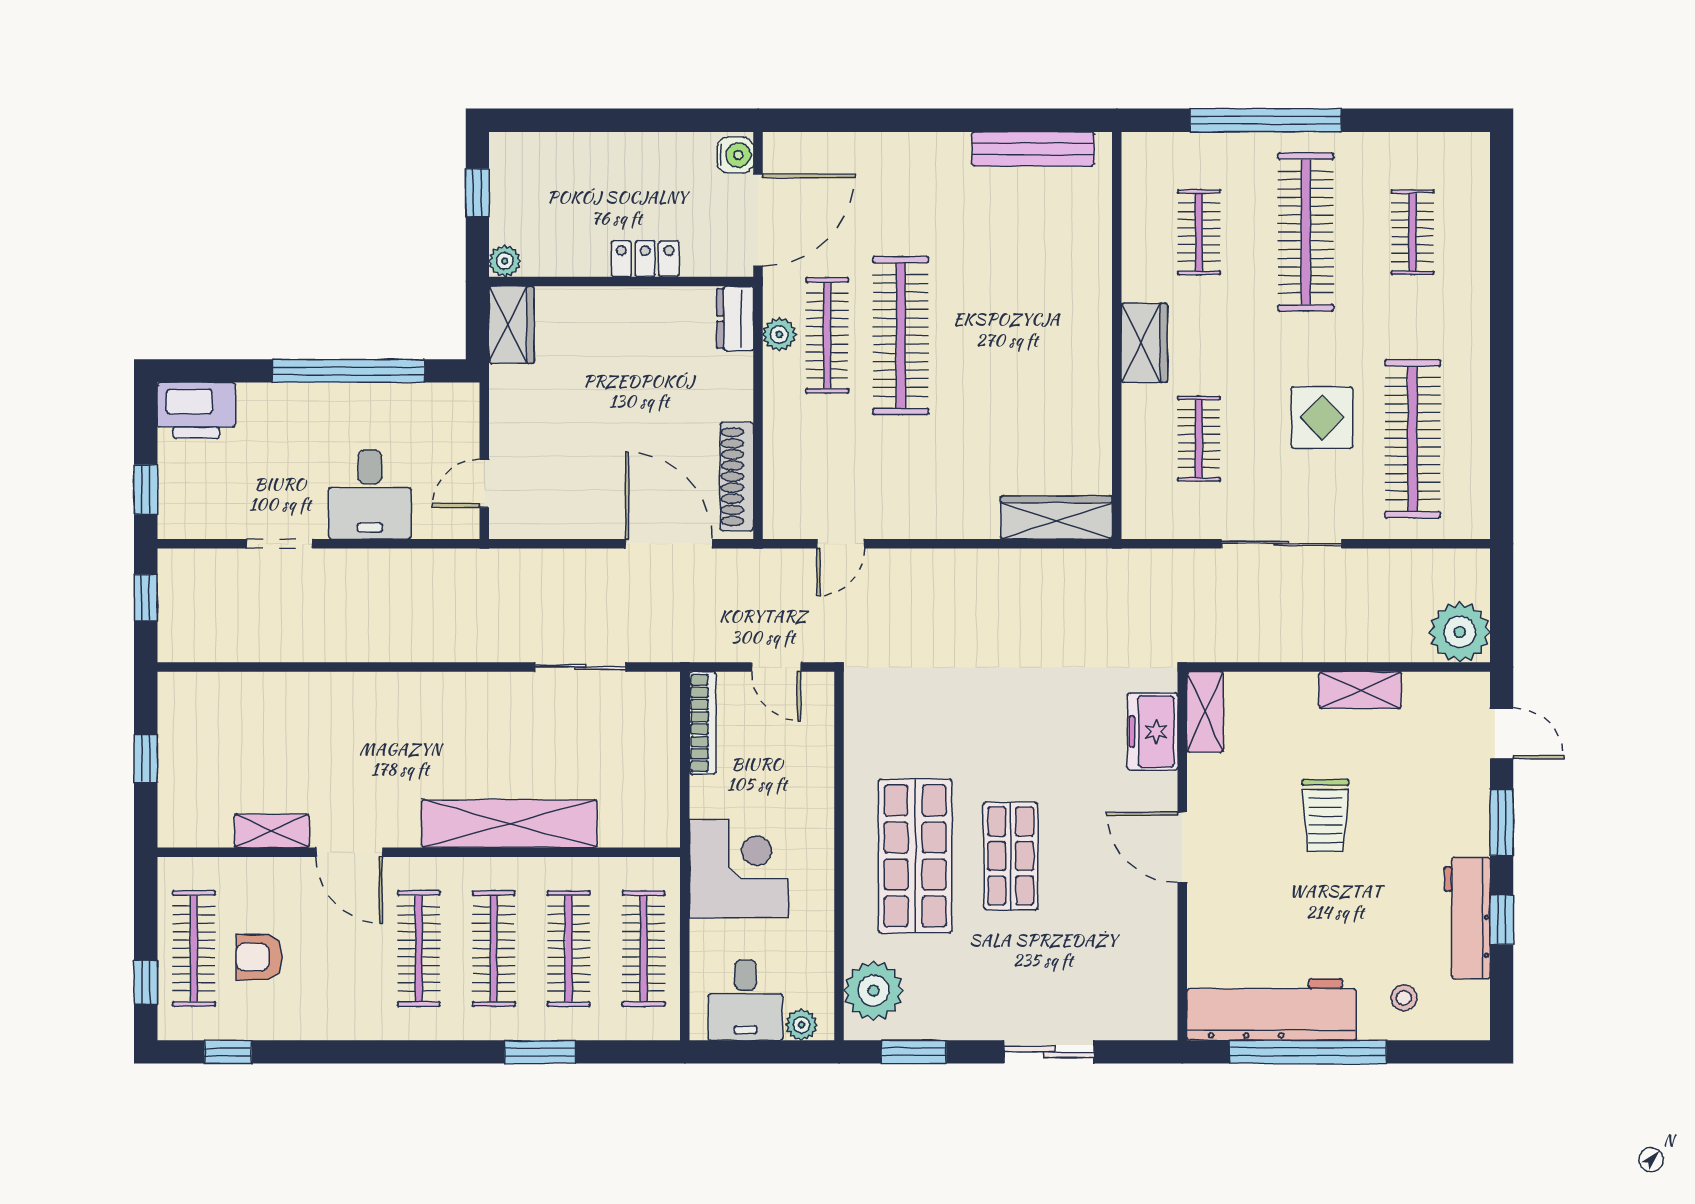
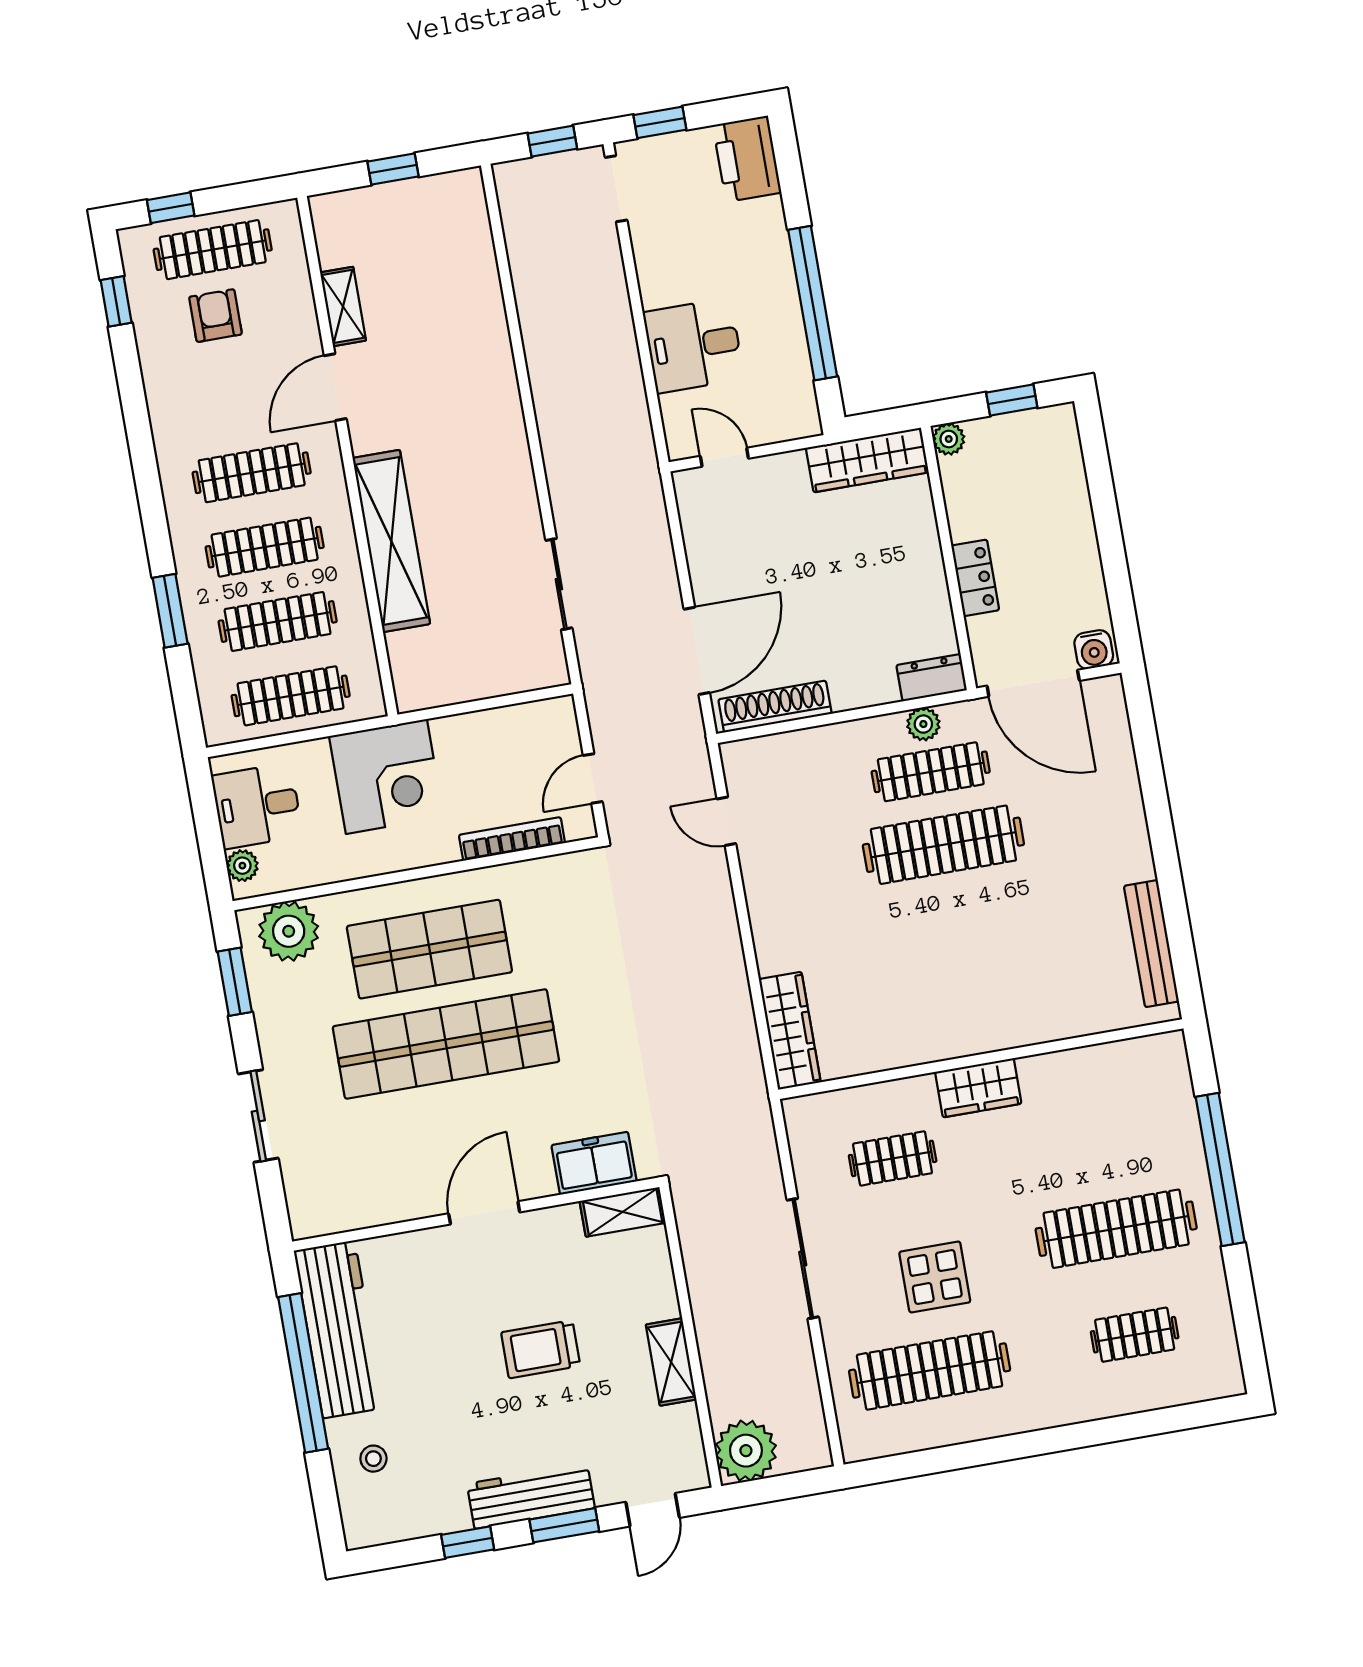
clothes rail: (1199, 232) -> (1098, 1123), removed
wardrobe: (511, 325) -> (867, 460), width x1.50
doorway: (279, 544) -> (616, 189), moved
bookcase: (703, 723) -> (512, 839), moved, turned 180
shop shelf: (1011, 856) -> (446, 1044), width x2.00, depth x1.36
workbench: (1467, 918) -> (531, 1496), moved

